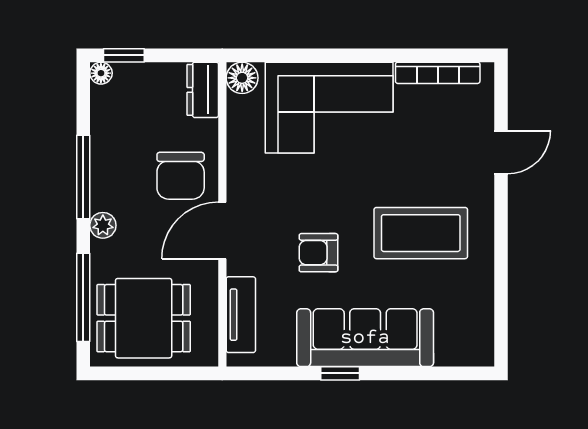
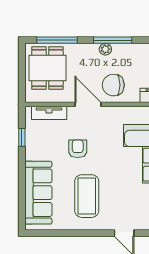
plant: (103, 225) -> (105, 49), moved
sofa: (365, 338) -> (38, 193), moved
window: (340, 373) -> (22, 137), moved

